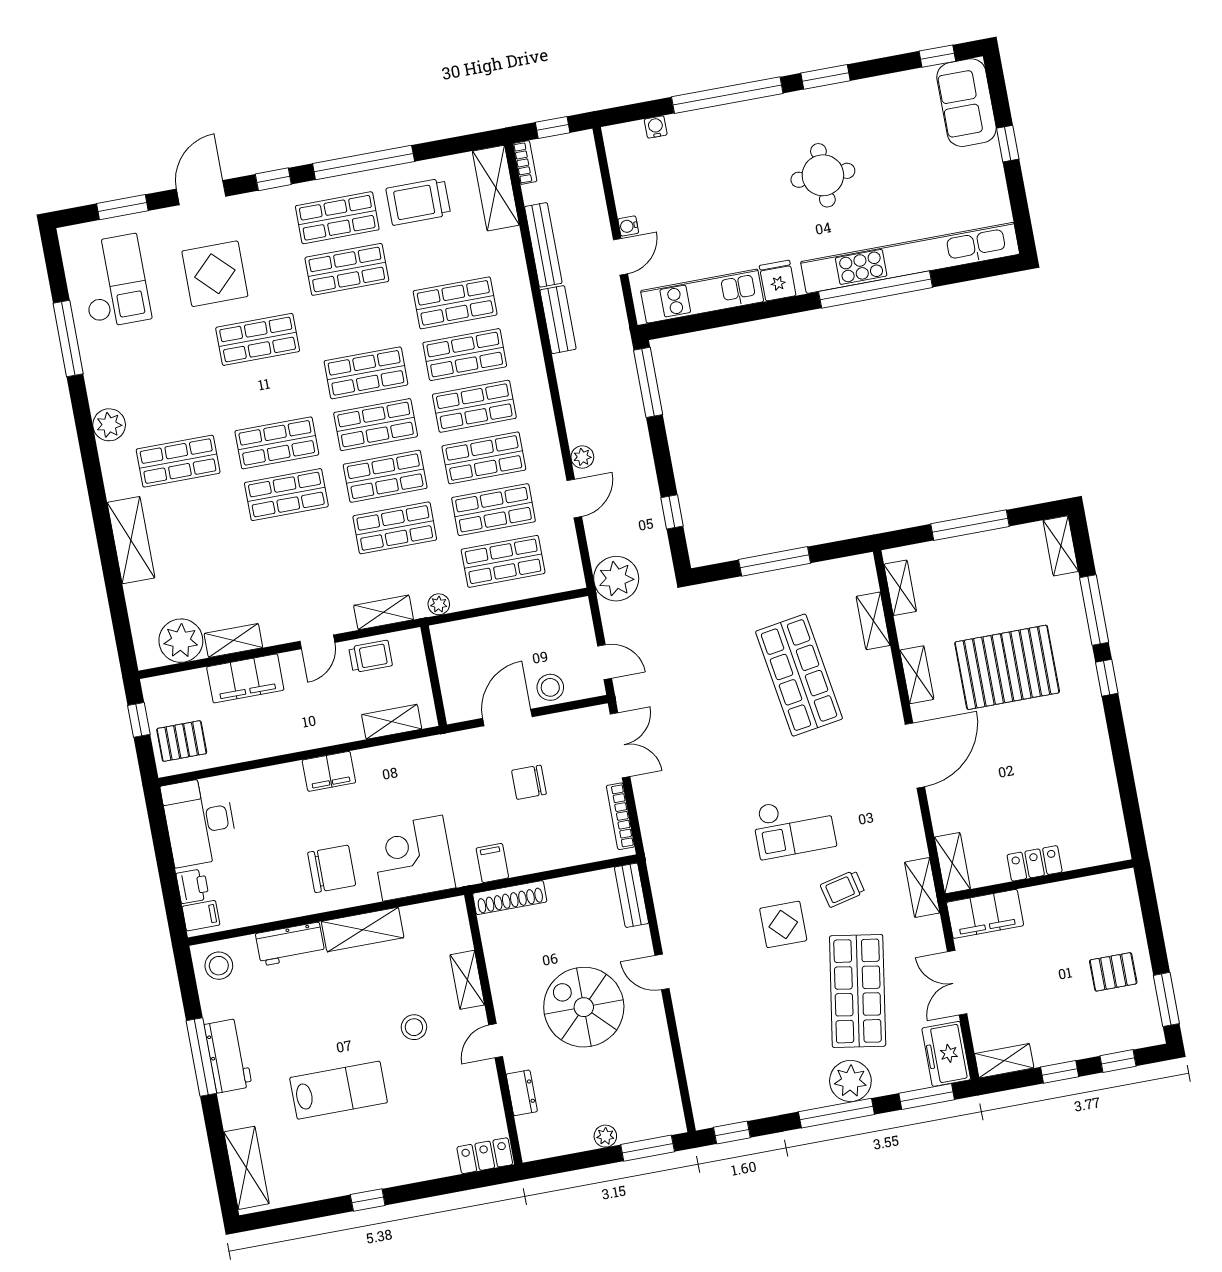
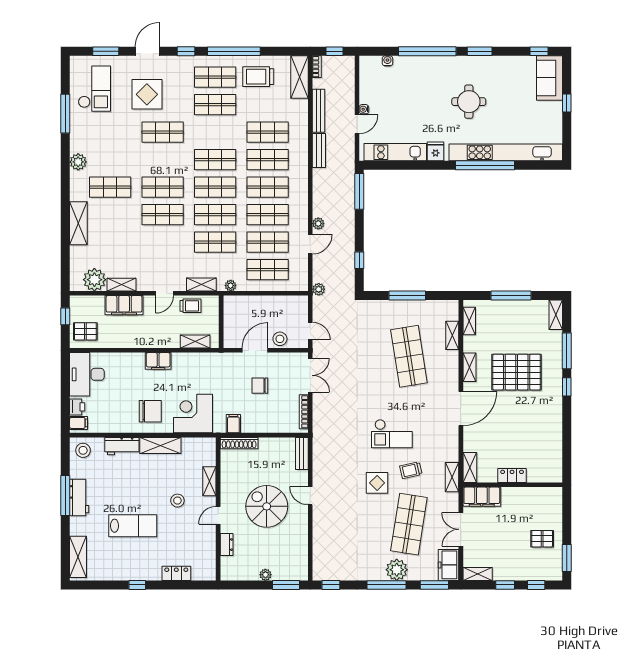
plant: (616, 579) -> (319, 289), width x0.53, depth x0.53
locker: (485, 1156) -> (176, 573), moved

